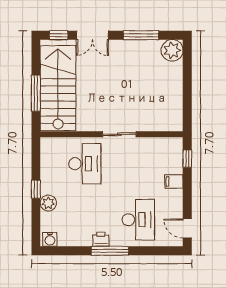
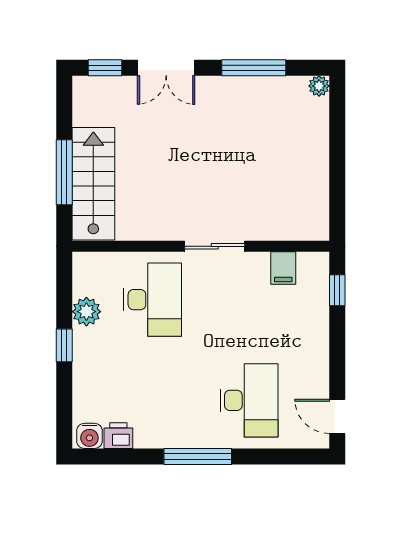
plant: (172, 50) -> (319, 86), width x0.53, depth x0.53
stairs: (58, 88) -> (93, 184), width x0.73, depth x0.66
filing cabinet: (174, 181) -> (283, 268), moved, turned -90
plant: (48, 203) -> (86, 312), moved
printer: (101, 239) -> (118, 436), moved

